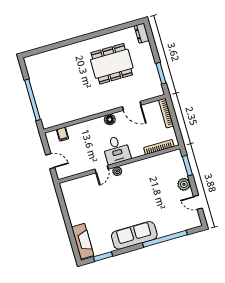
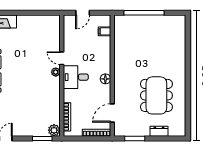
dresser: (142, 33) -> (159, 131), moved
door: (132, 106) -> (112, 113), moved
plant: (184, 184) -> (54, 130), moved

